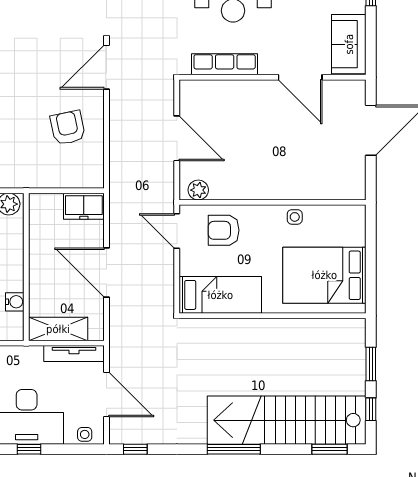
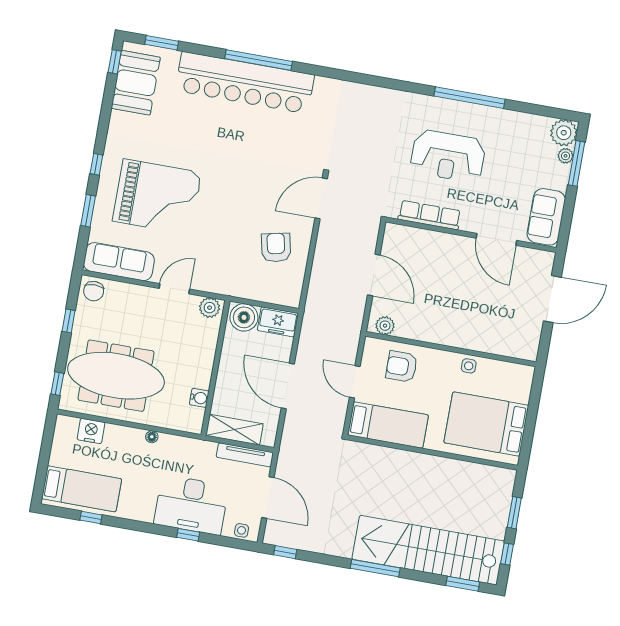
boiler: (47, 208) -> (244, 317), added
door: (177, 231) -> (355, 382), moved

